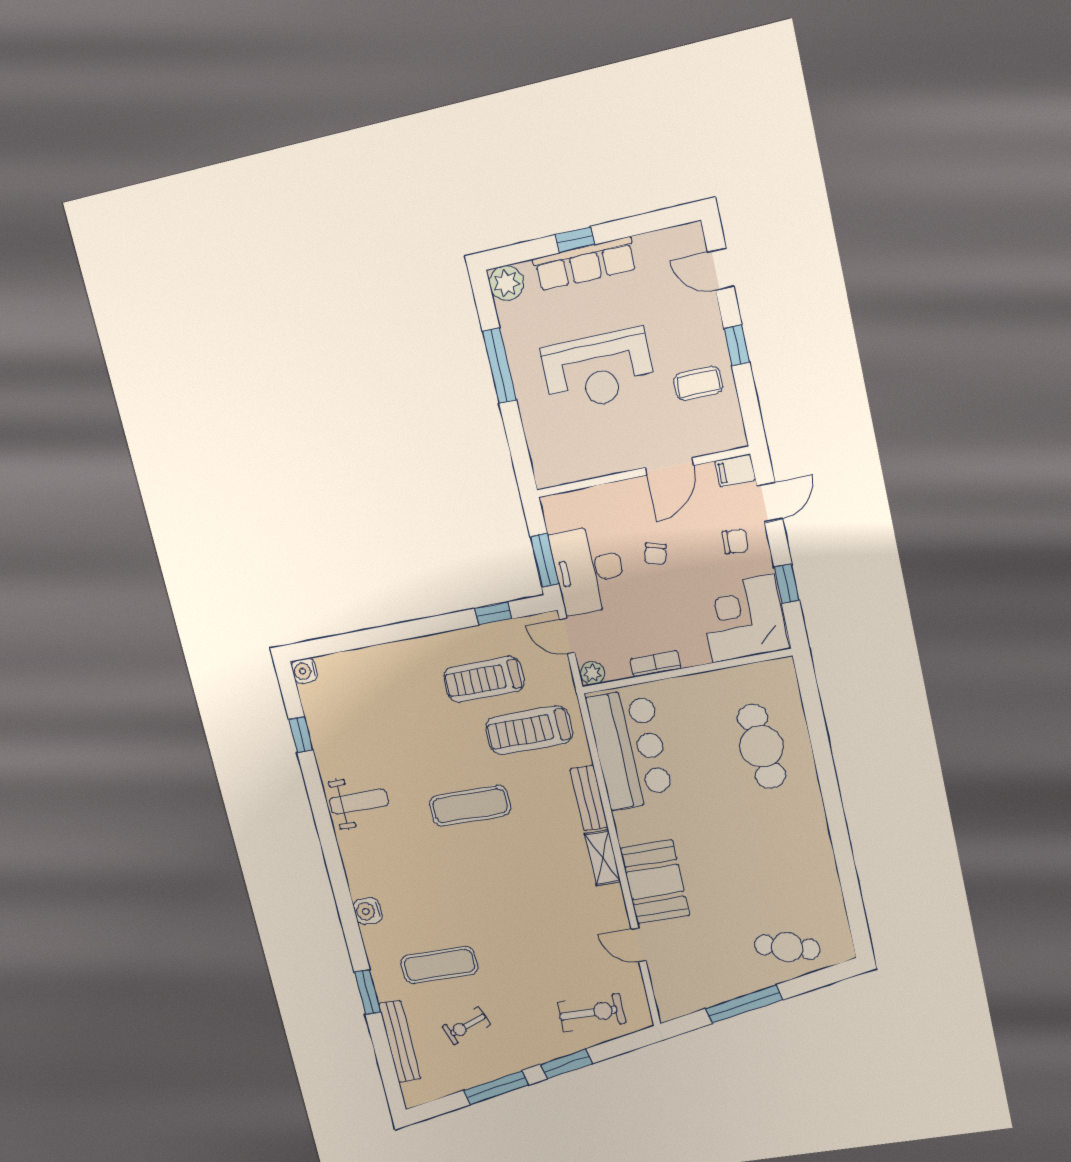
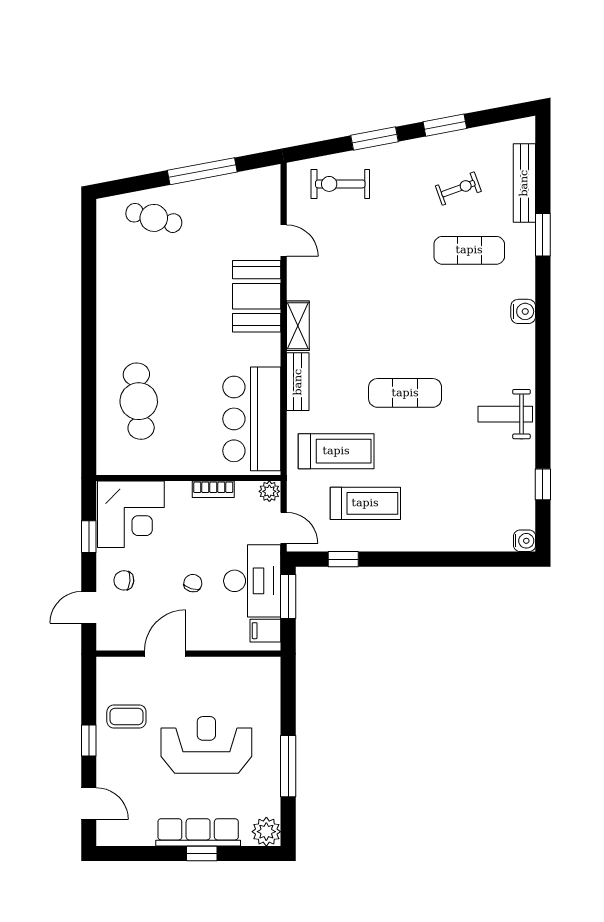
filing cabinet: (735, 471) -> (265, 631), moved, turned 180
window: (496, 1088) -> (445, 125), width x0.69

